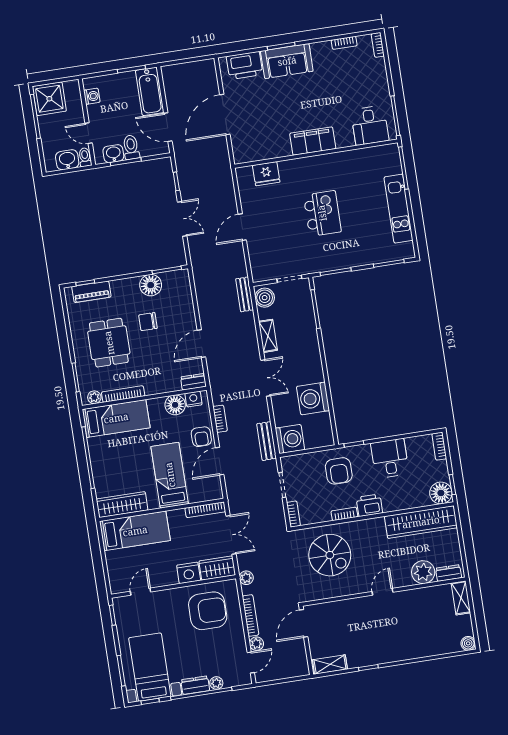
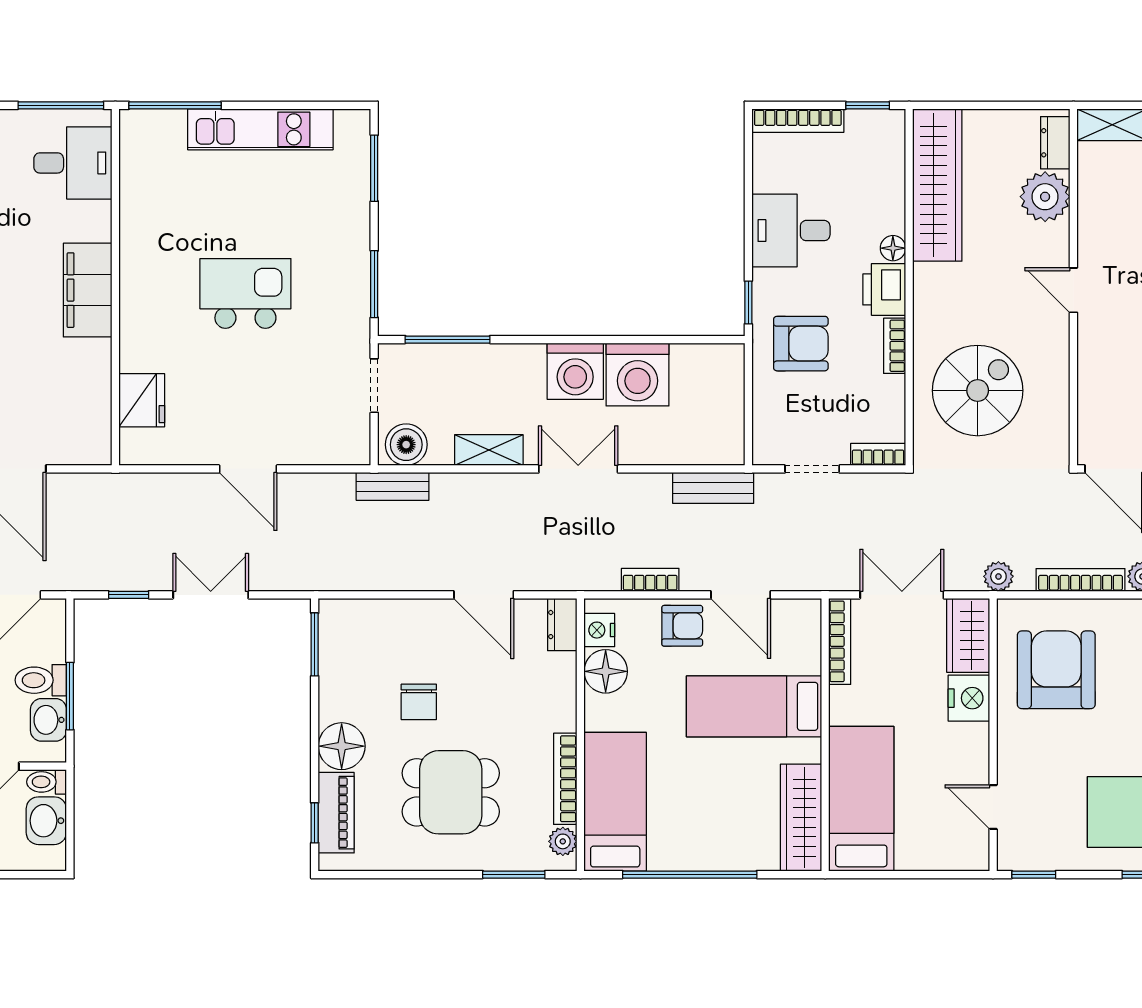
floor lamp: (151, 285) -> (342, 746), moved
washing machine: (290, 439) -> (575, 371), moved, turned 180
bookcase: (439, 446) -> (798, 121), width x1.56
floor lamp: (441, 493) -> (893, 248), moved, width x0.53, depth x0.53

